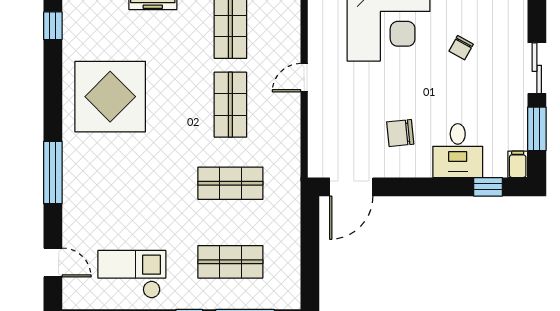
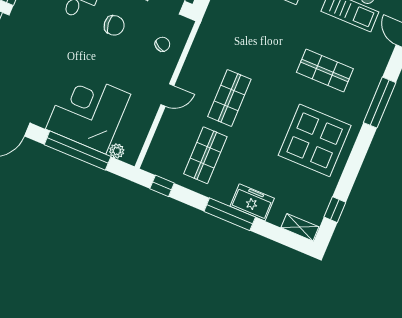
chair: (461, 48) -> (162, 44), moved
shop shelf: (230, 183) -> (325, 70), moved

